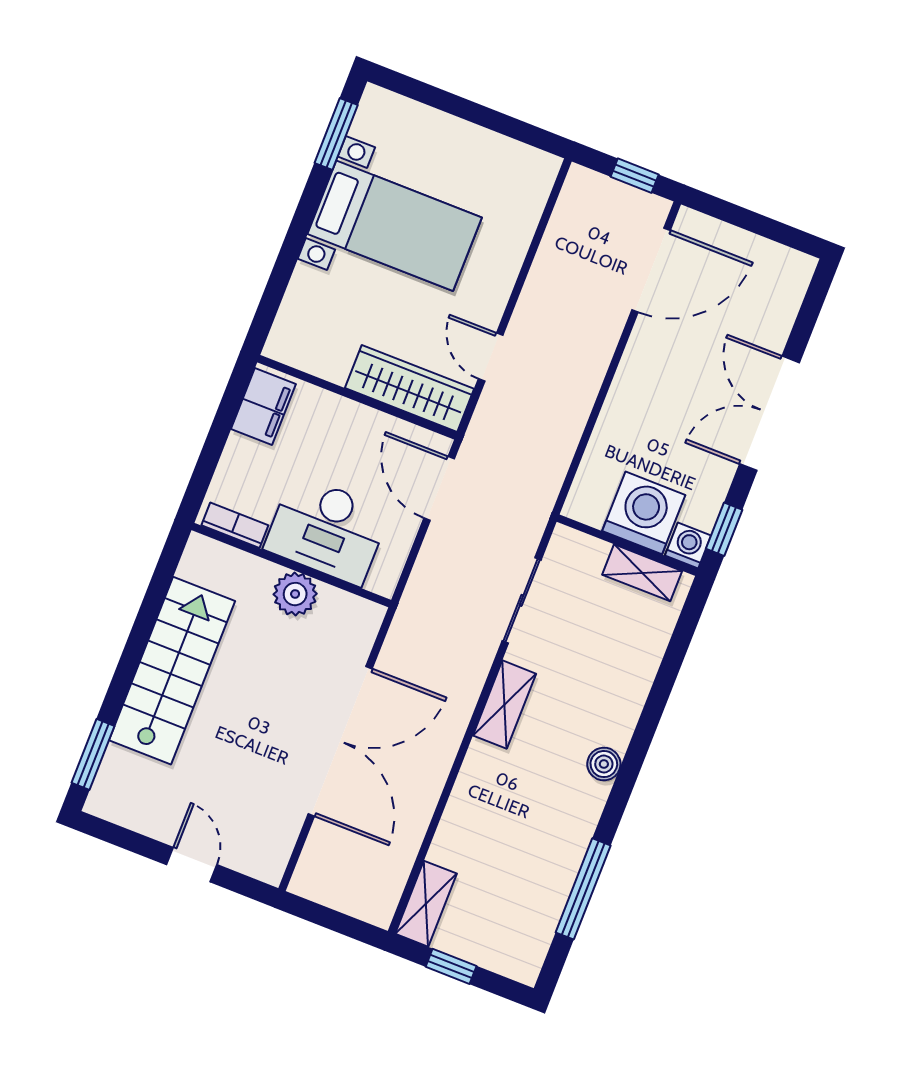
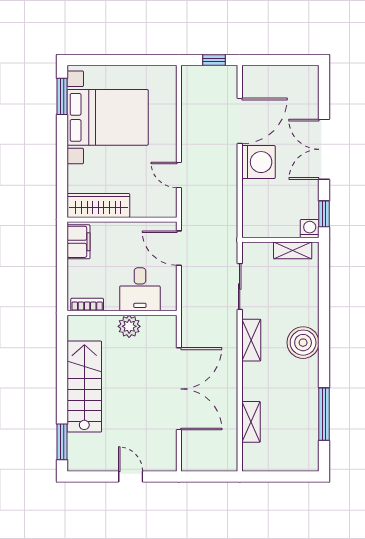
bed with nightstands: (395, 226) -> (108, 117), width x1.36
door: (651, 270) -> (240, 121), moved
wardrobe: (409, 388) -> (98, 205), moved
washing machine: (644, 513) -> (258, 162), moved, turned 90
desk: (327, 530) -> (140, 289), width x0.73
boiler: (604, 764) -> (303, 343), width x1.86, depth x1.86
shelving: (426, 904) -> (251, 422), moved
window: (451, 966) -> (275, 477), removed

